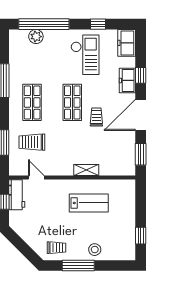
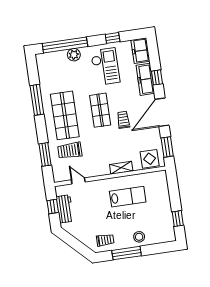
plant: (36, 37) -> (74, 55), moved
freezer: (127, 80) -> (145, 79), width x1.40
shop shelf: (32, 102) -> (65, 115), width x1.43, depth x1.36
display table: (119, 165) -> (150, 159), added
workbench: (17, 195) -> (65, 209), moved

